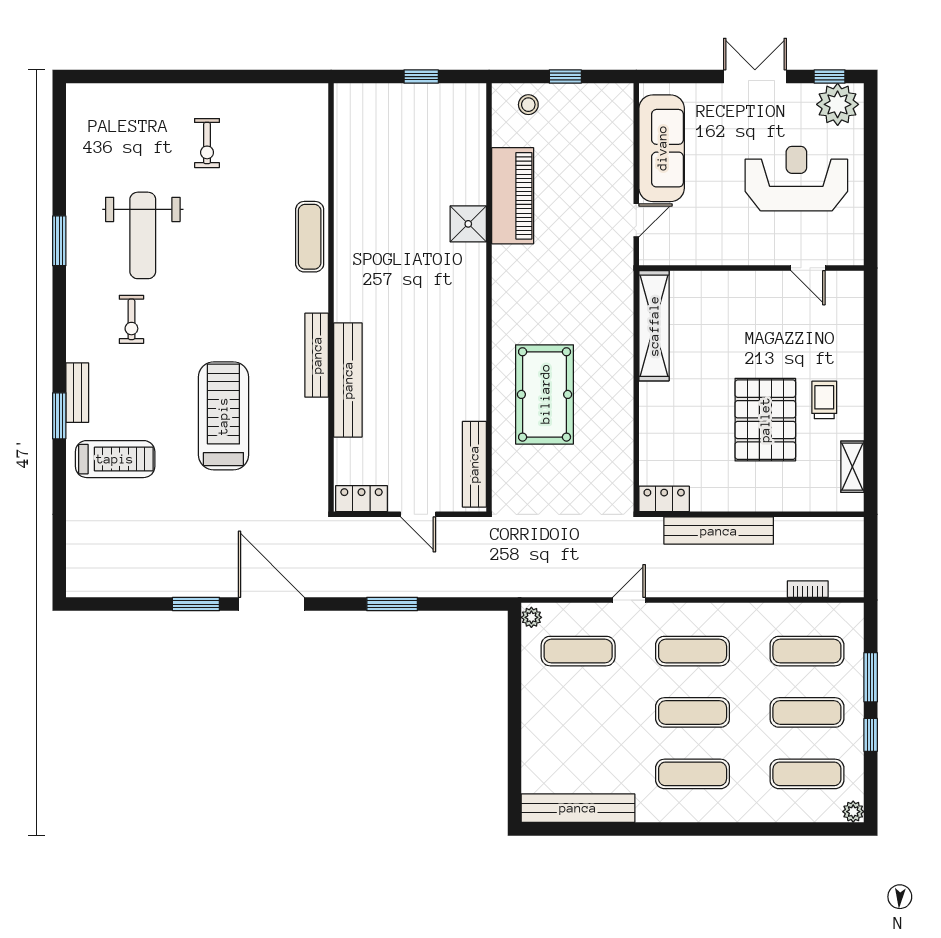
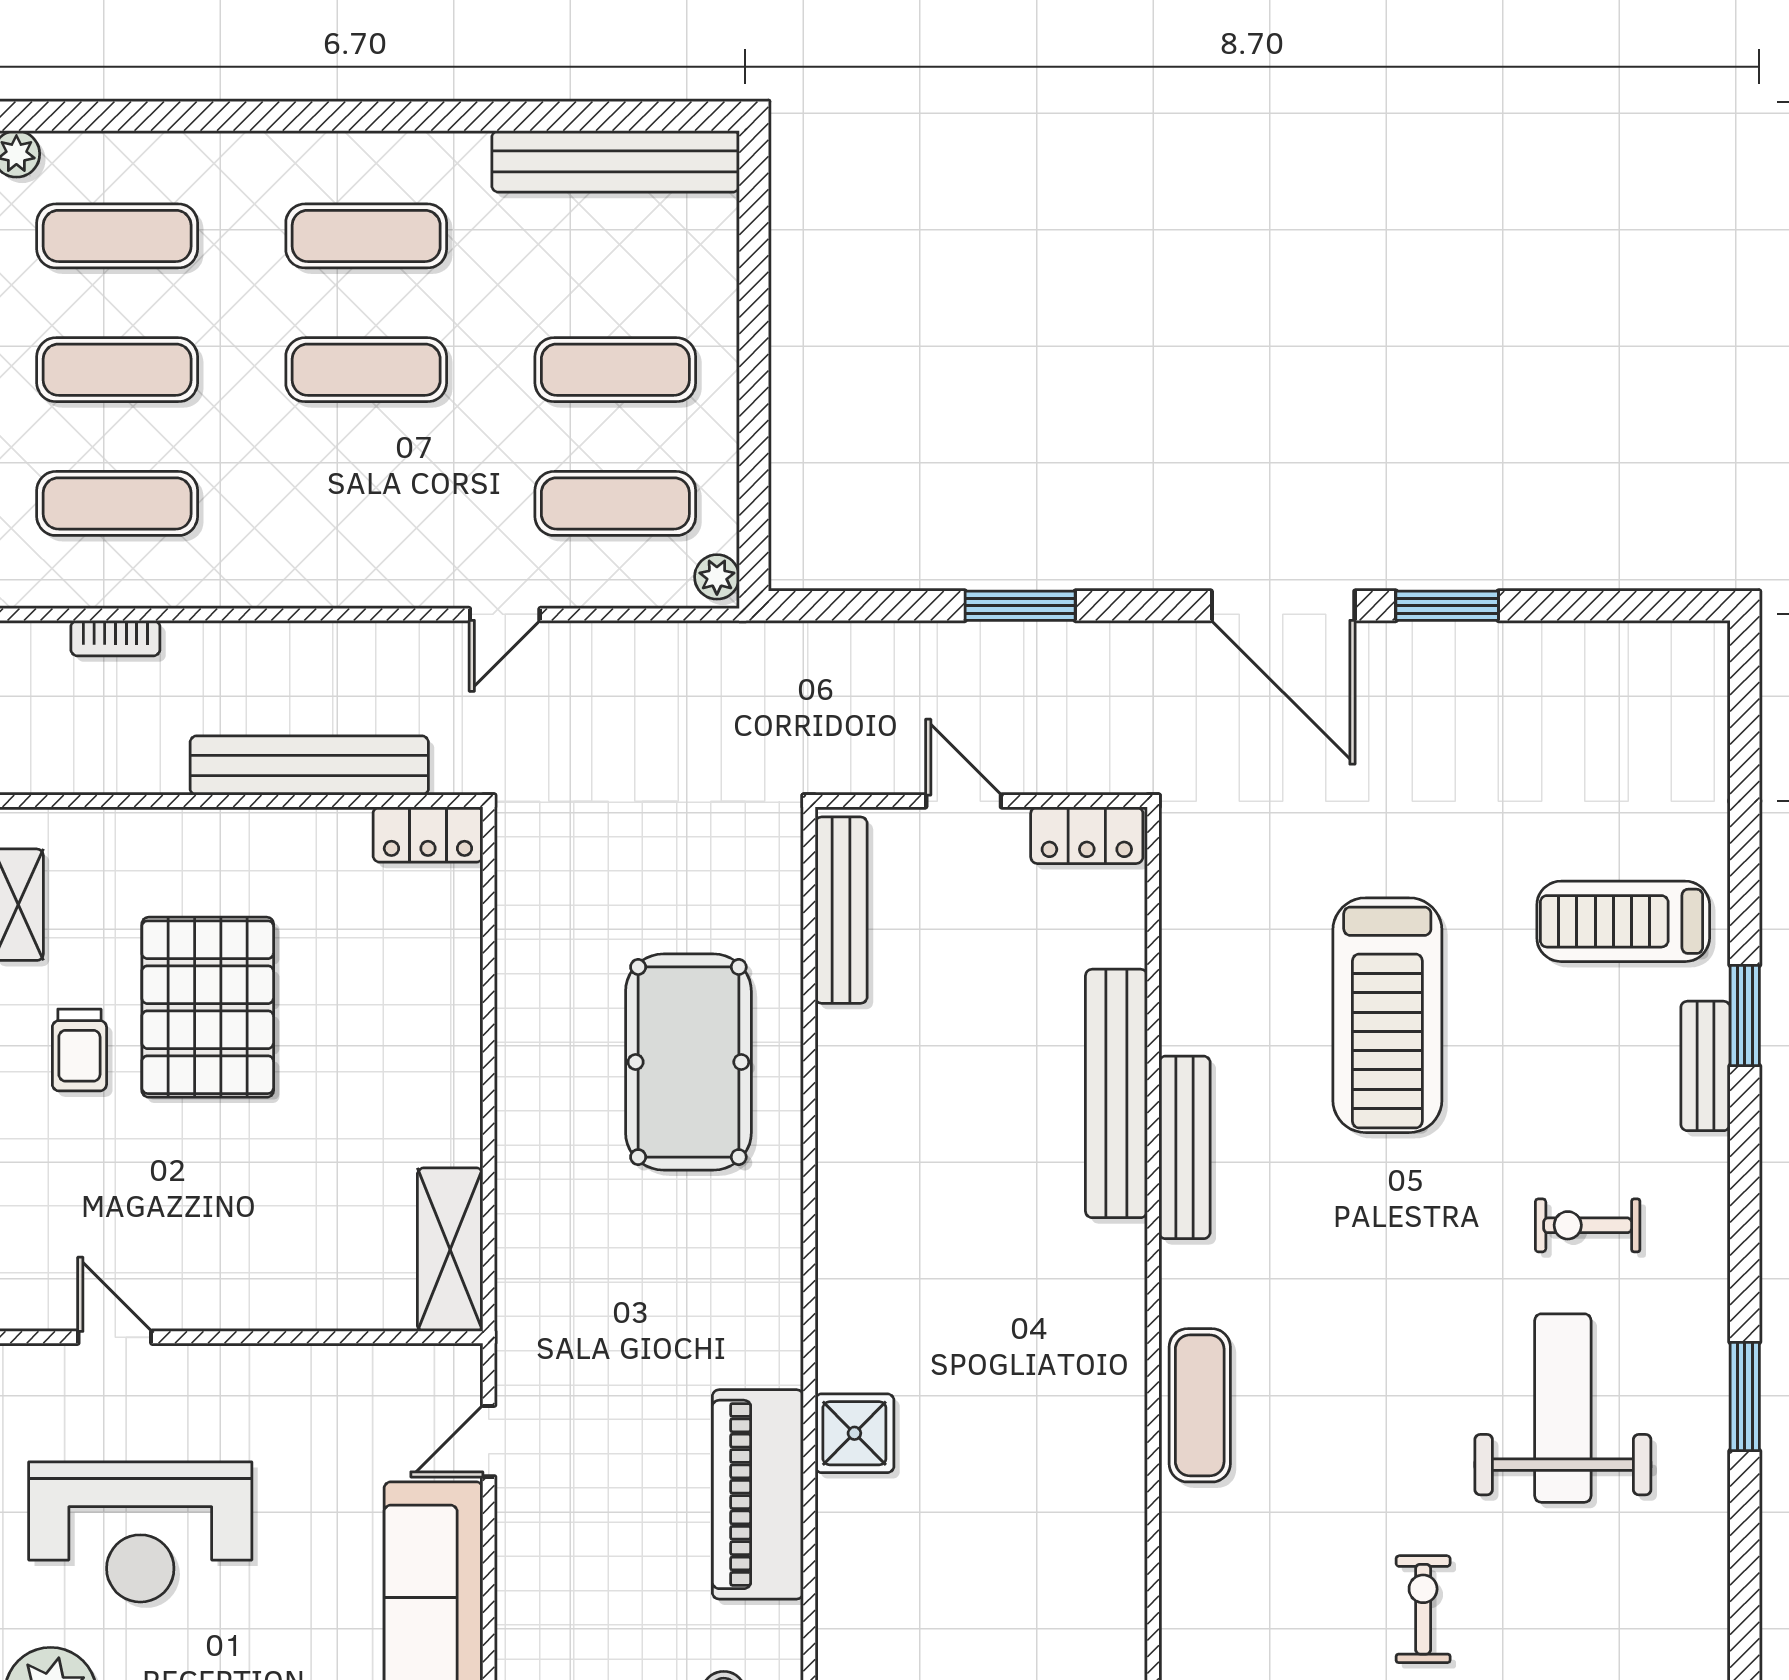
exercise bike: (131, 319) -> (1588, 1225), turned -90
shelving: (654, 326) -> (450, 1250), width x0.68
exercise mat: (693, 651) -> (615, 370), moved

